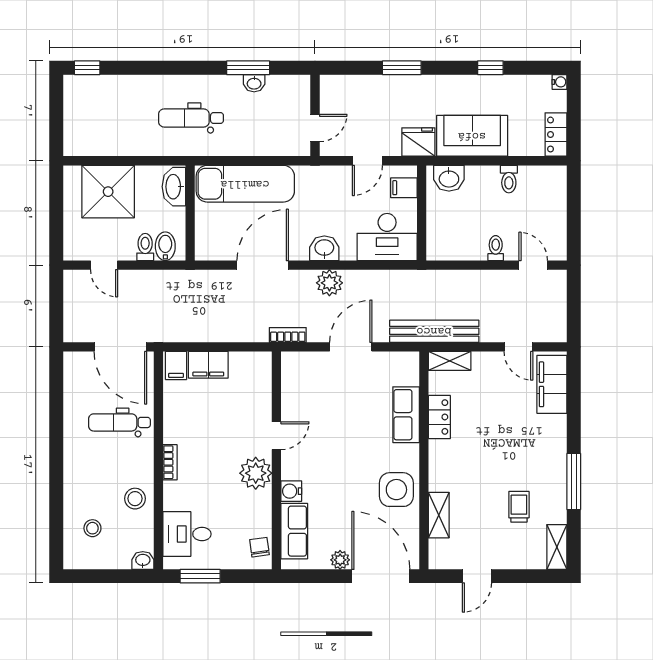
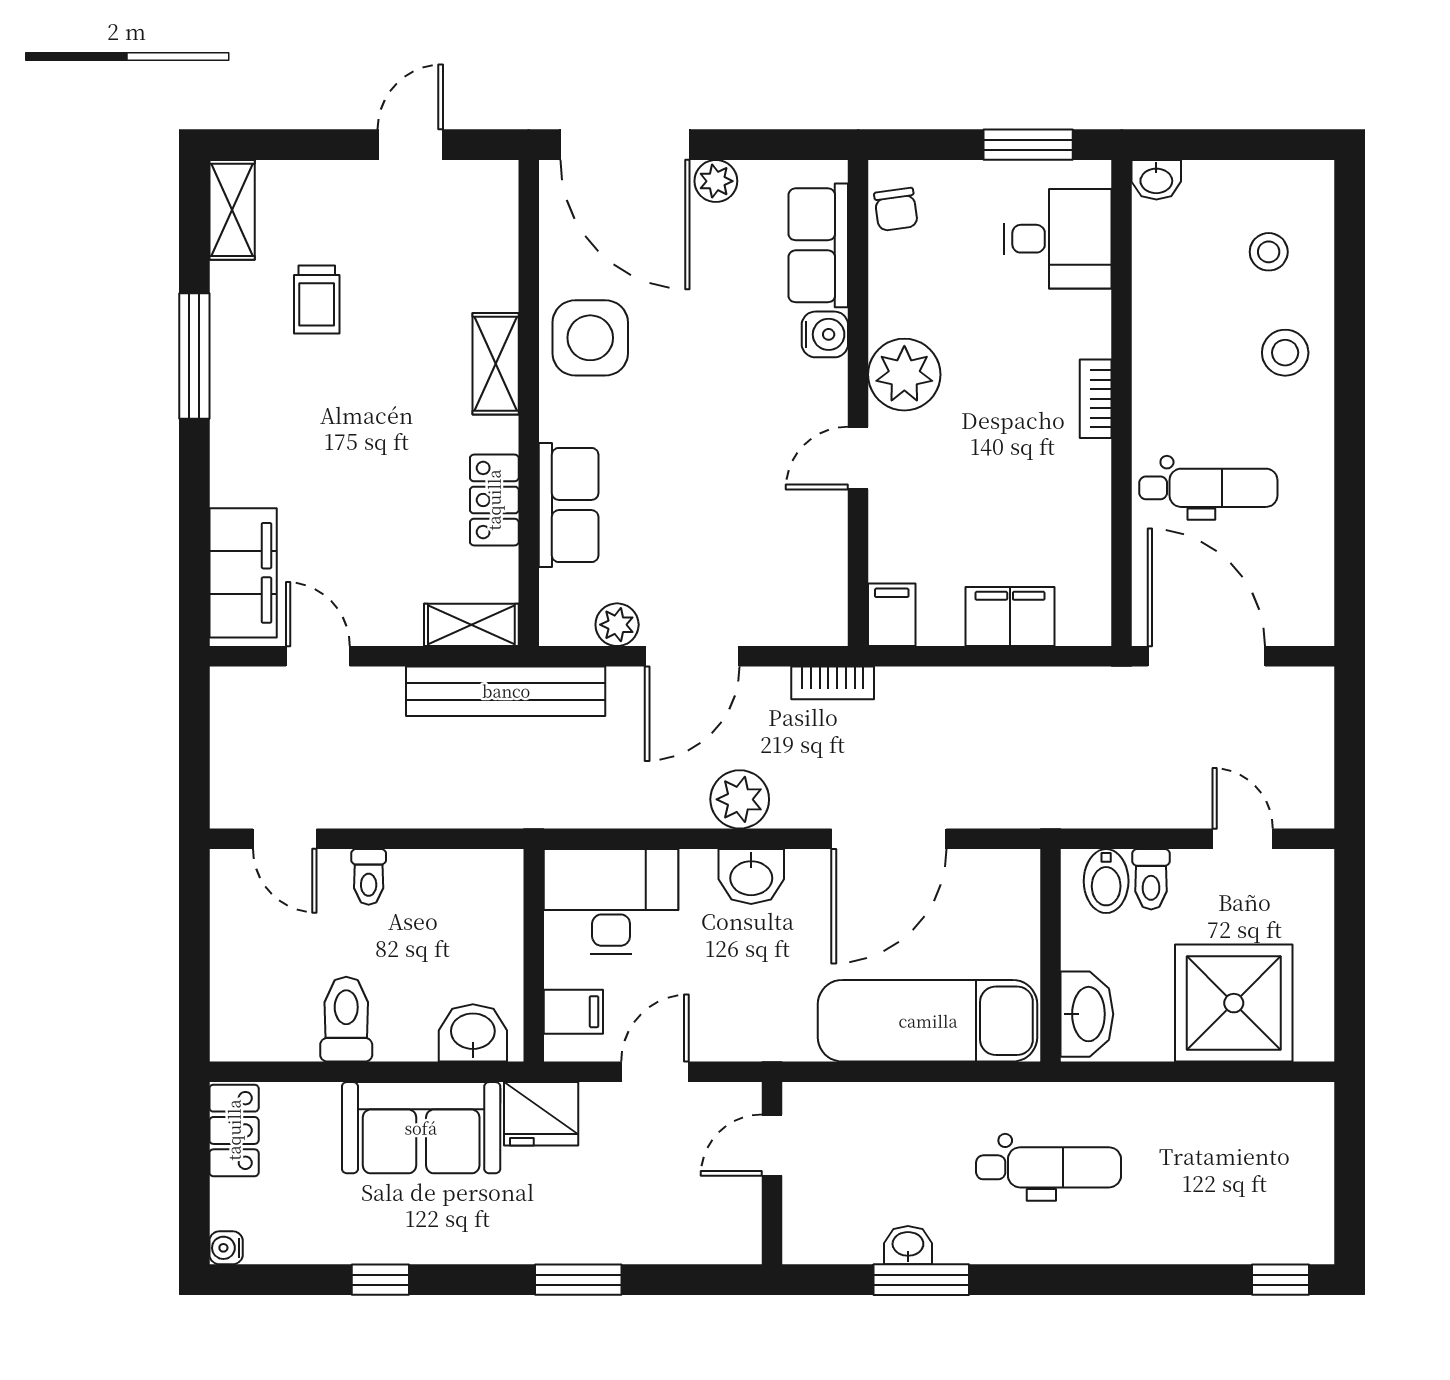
toilet: (509, 179) -> (346, 1019), width x1.37, depth x1.39
plant: (384, 361) -> (617, 625), added
filing cabinet: (176, 366) -> (892, 615), moved
stool: (135, 499) -> (1285, 353), moved
shelving: (439, 515) -> (496, 364), moved

